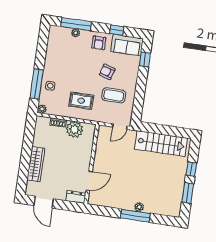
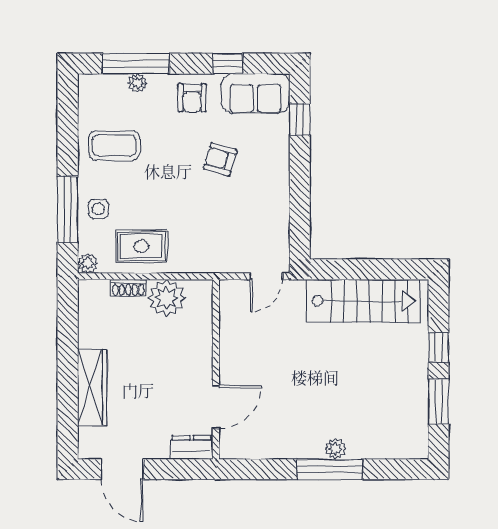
coffee table: (114, 95) -> (114, 146), moved
rug: (81, 101) -> (141, 246), moved

